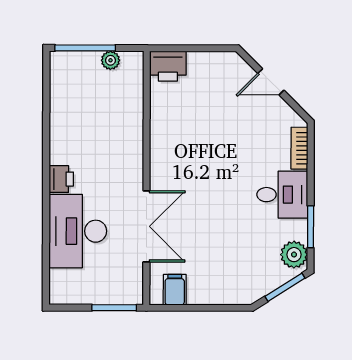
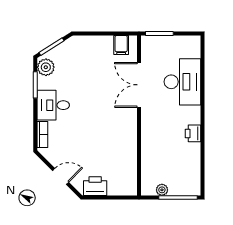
printer: (168, 66) -> (95, 186), moved
printer: (61, 179) -> (193, 133), moved

